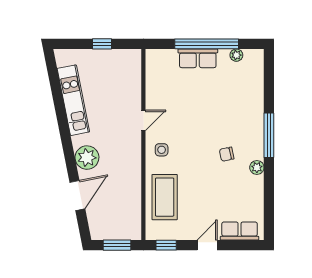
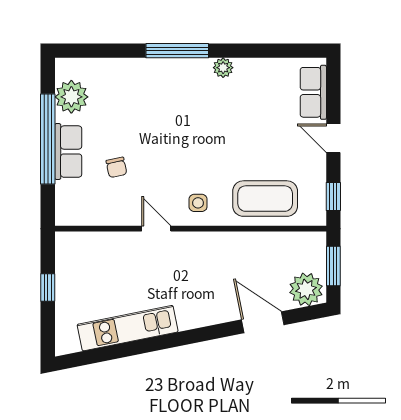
plant: (236, 55) -> (71, 97), width x1.88, depth x1.88
chair: (227, 154) -> (116, 167), moved
plant: (87, 158) -> (306, 289), moved

